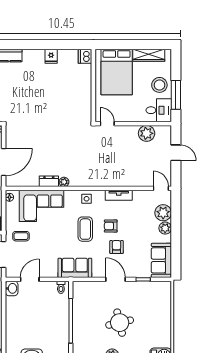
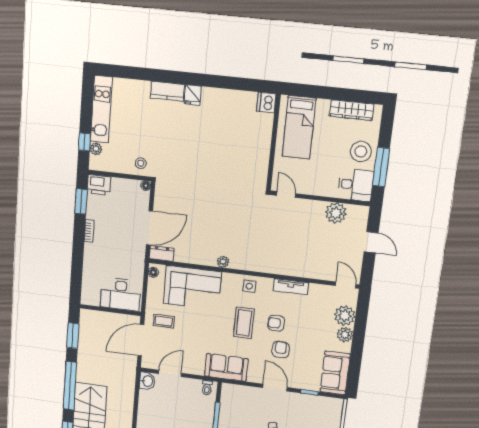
fridge: (51, 56) -> (193, 95), moved
bed: (117, 72) -> (299, 127), width x0.67
dresser: (49, 181) -> (162, 254), moved

